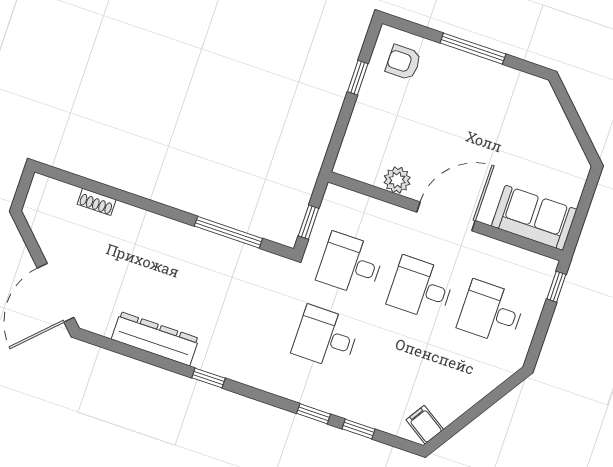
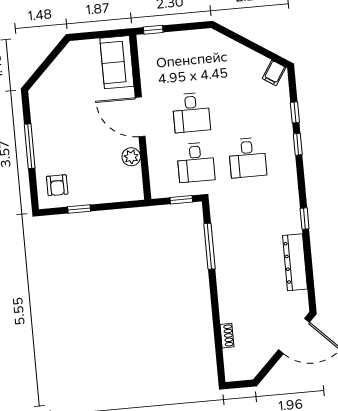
desk: (491, 312) -> (187, 63), removed

